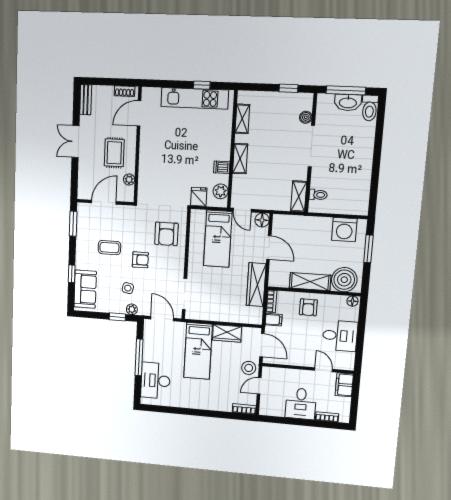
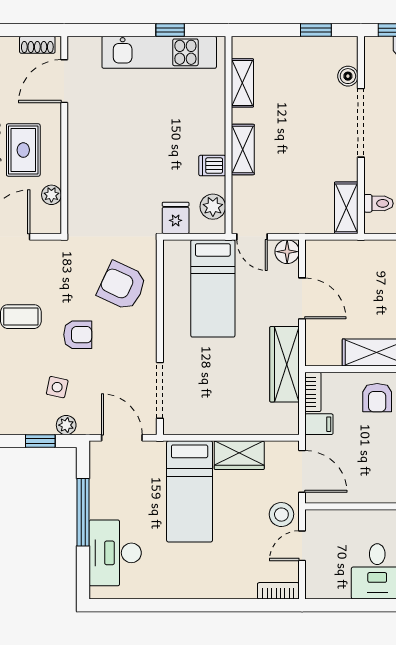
armchair: (166, 234) -> (122, 286), turned 115

